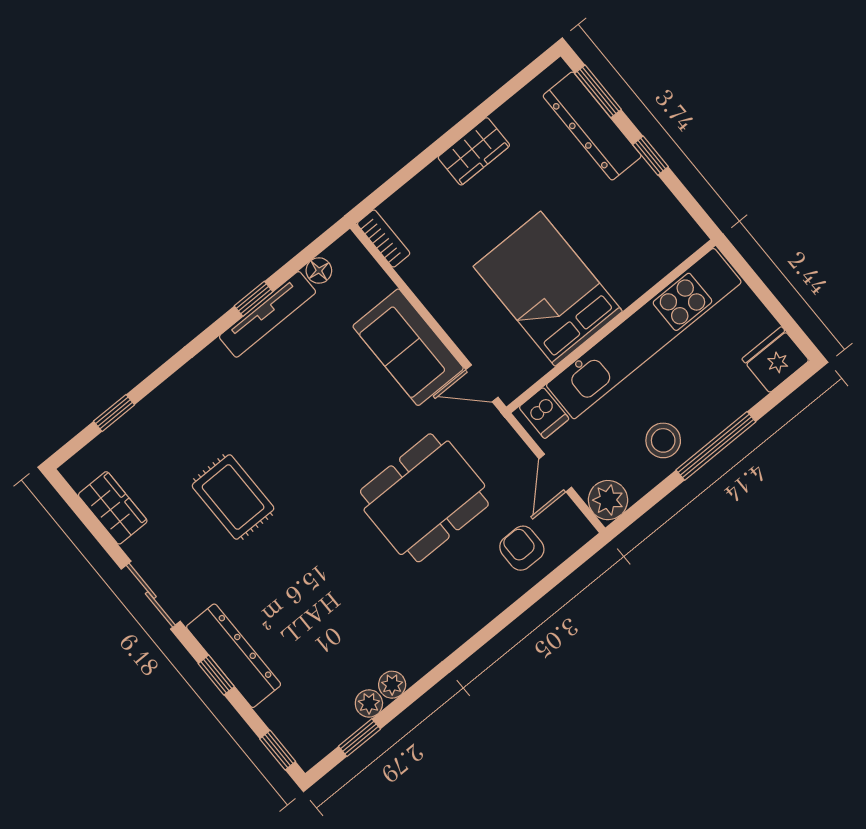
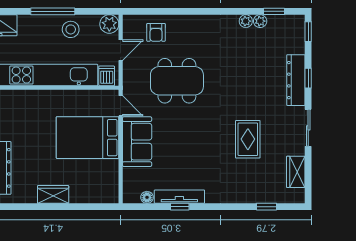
bookcase: (384, 239) -> (113, 190), removed
bed: (548, 289) -> (88, 138), moved, turned 90

